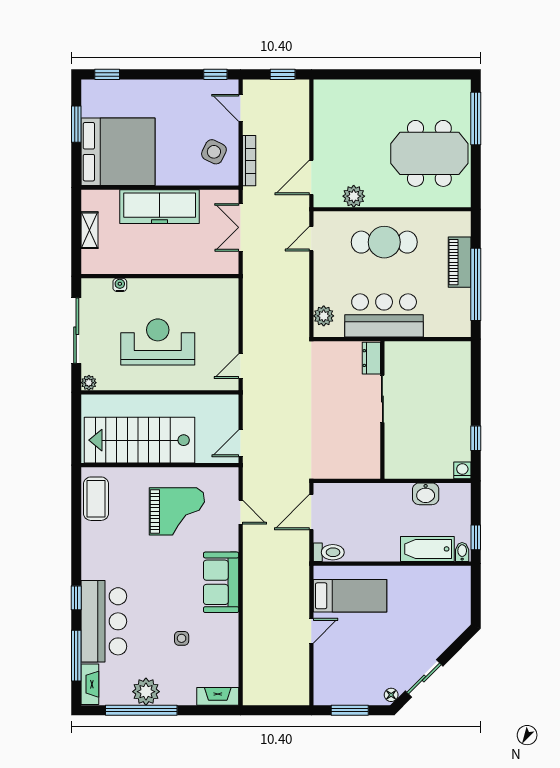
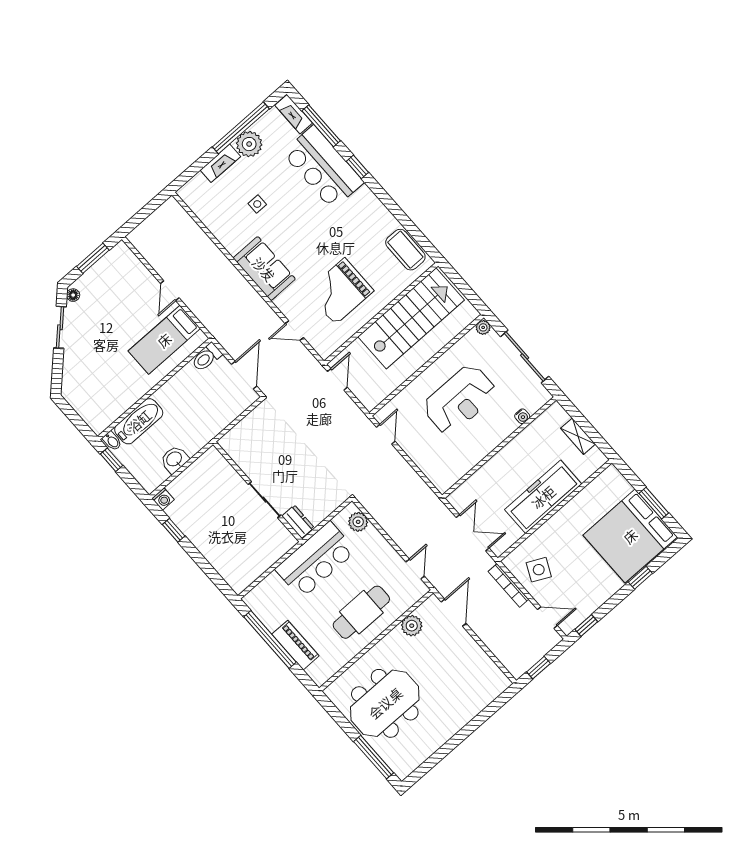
window: (107, 74) -> (640, 578), moved
bed: (118, 152) -> (630, 536), moved
fireplace: (218, 696) -> (220, 163), moved

